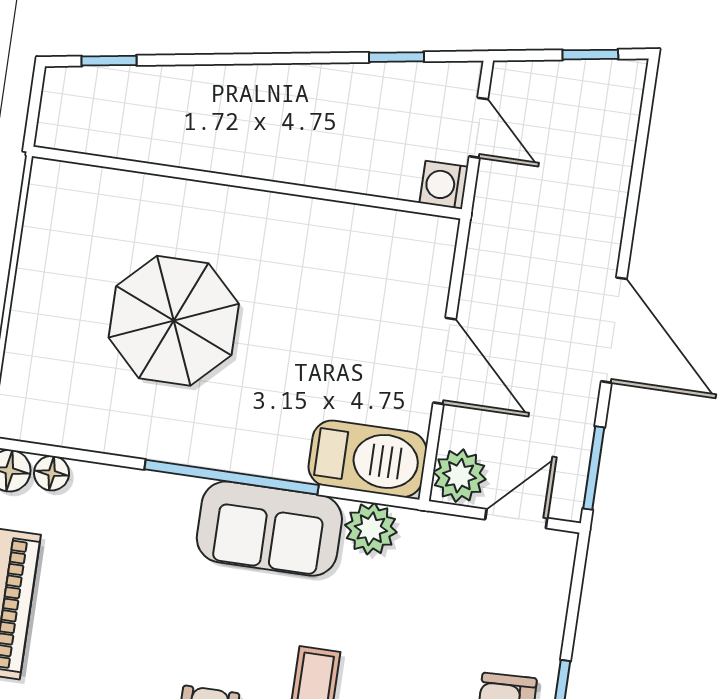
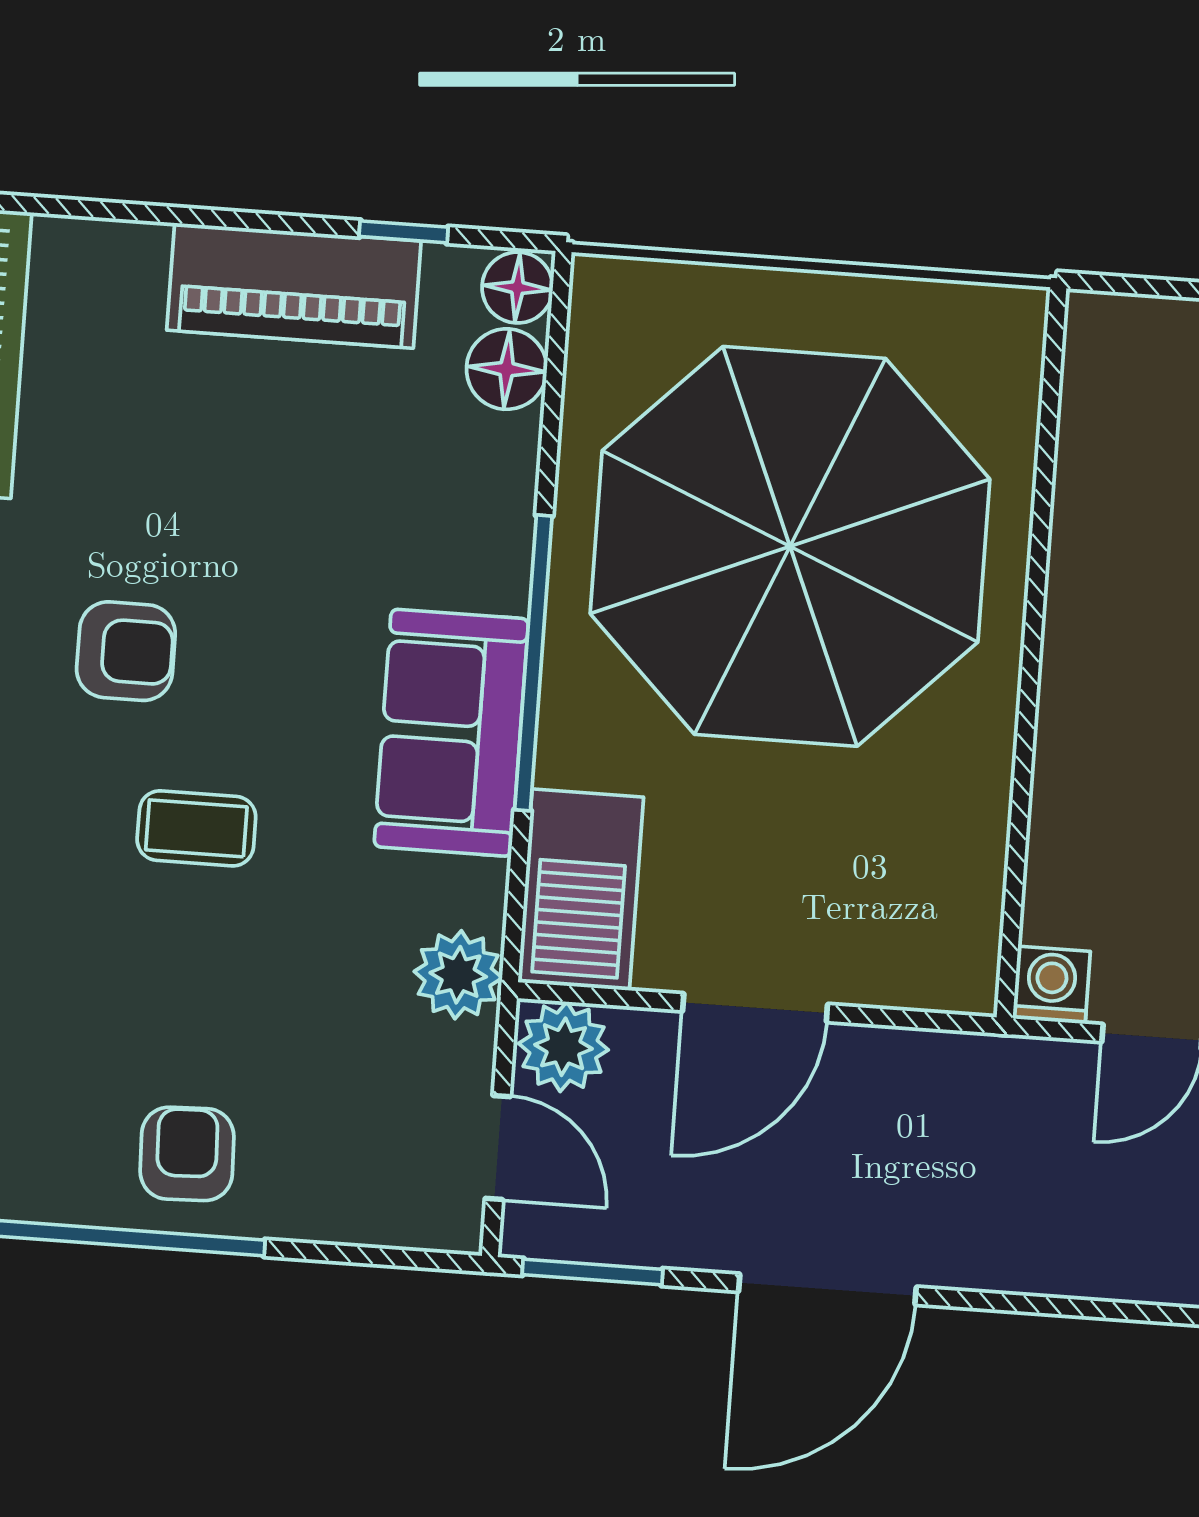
parasol: (174, 321) -> (790, 546), width x1.86, depth x1.86
floor lamp: (52, 473) -> (507, 369), width x1.37, depth x1.37
plant: (371, 529) -> (458, 975), moved

